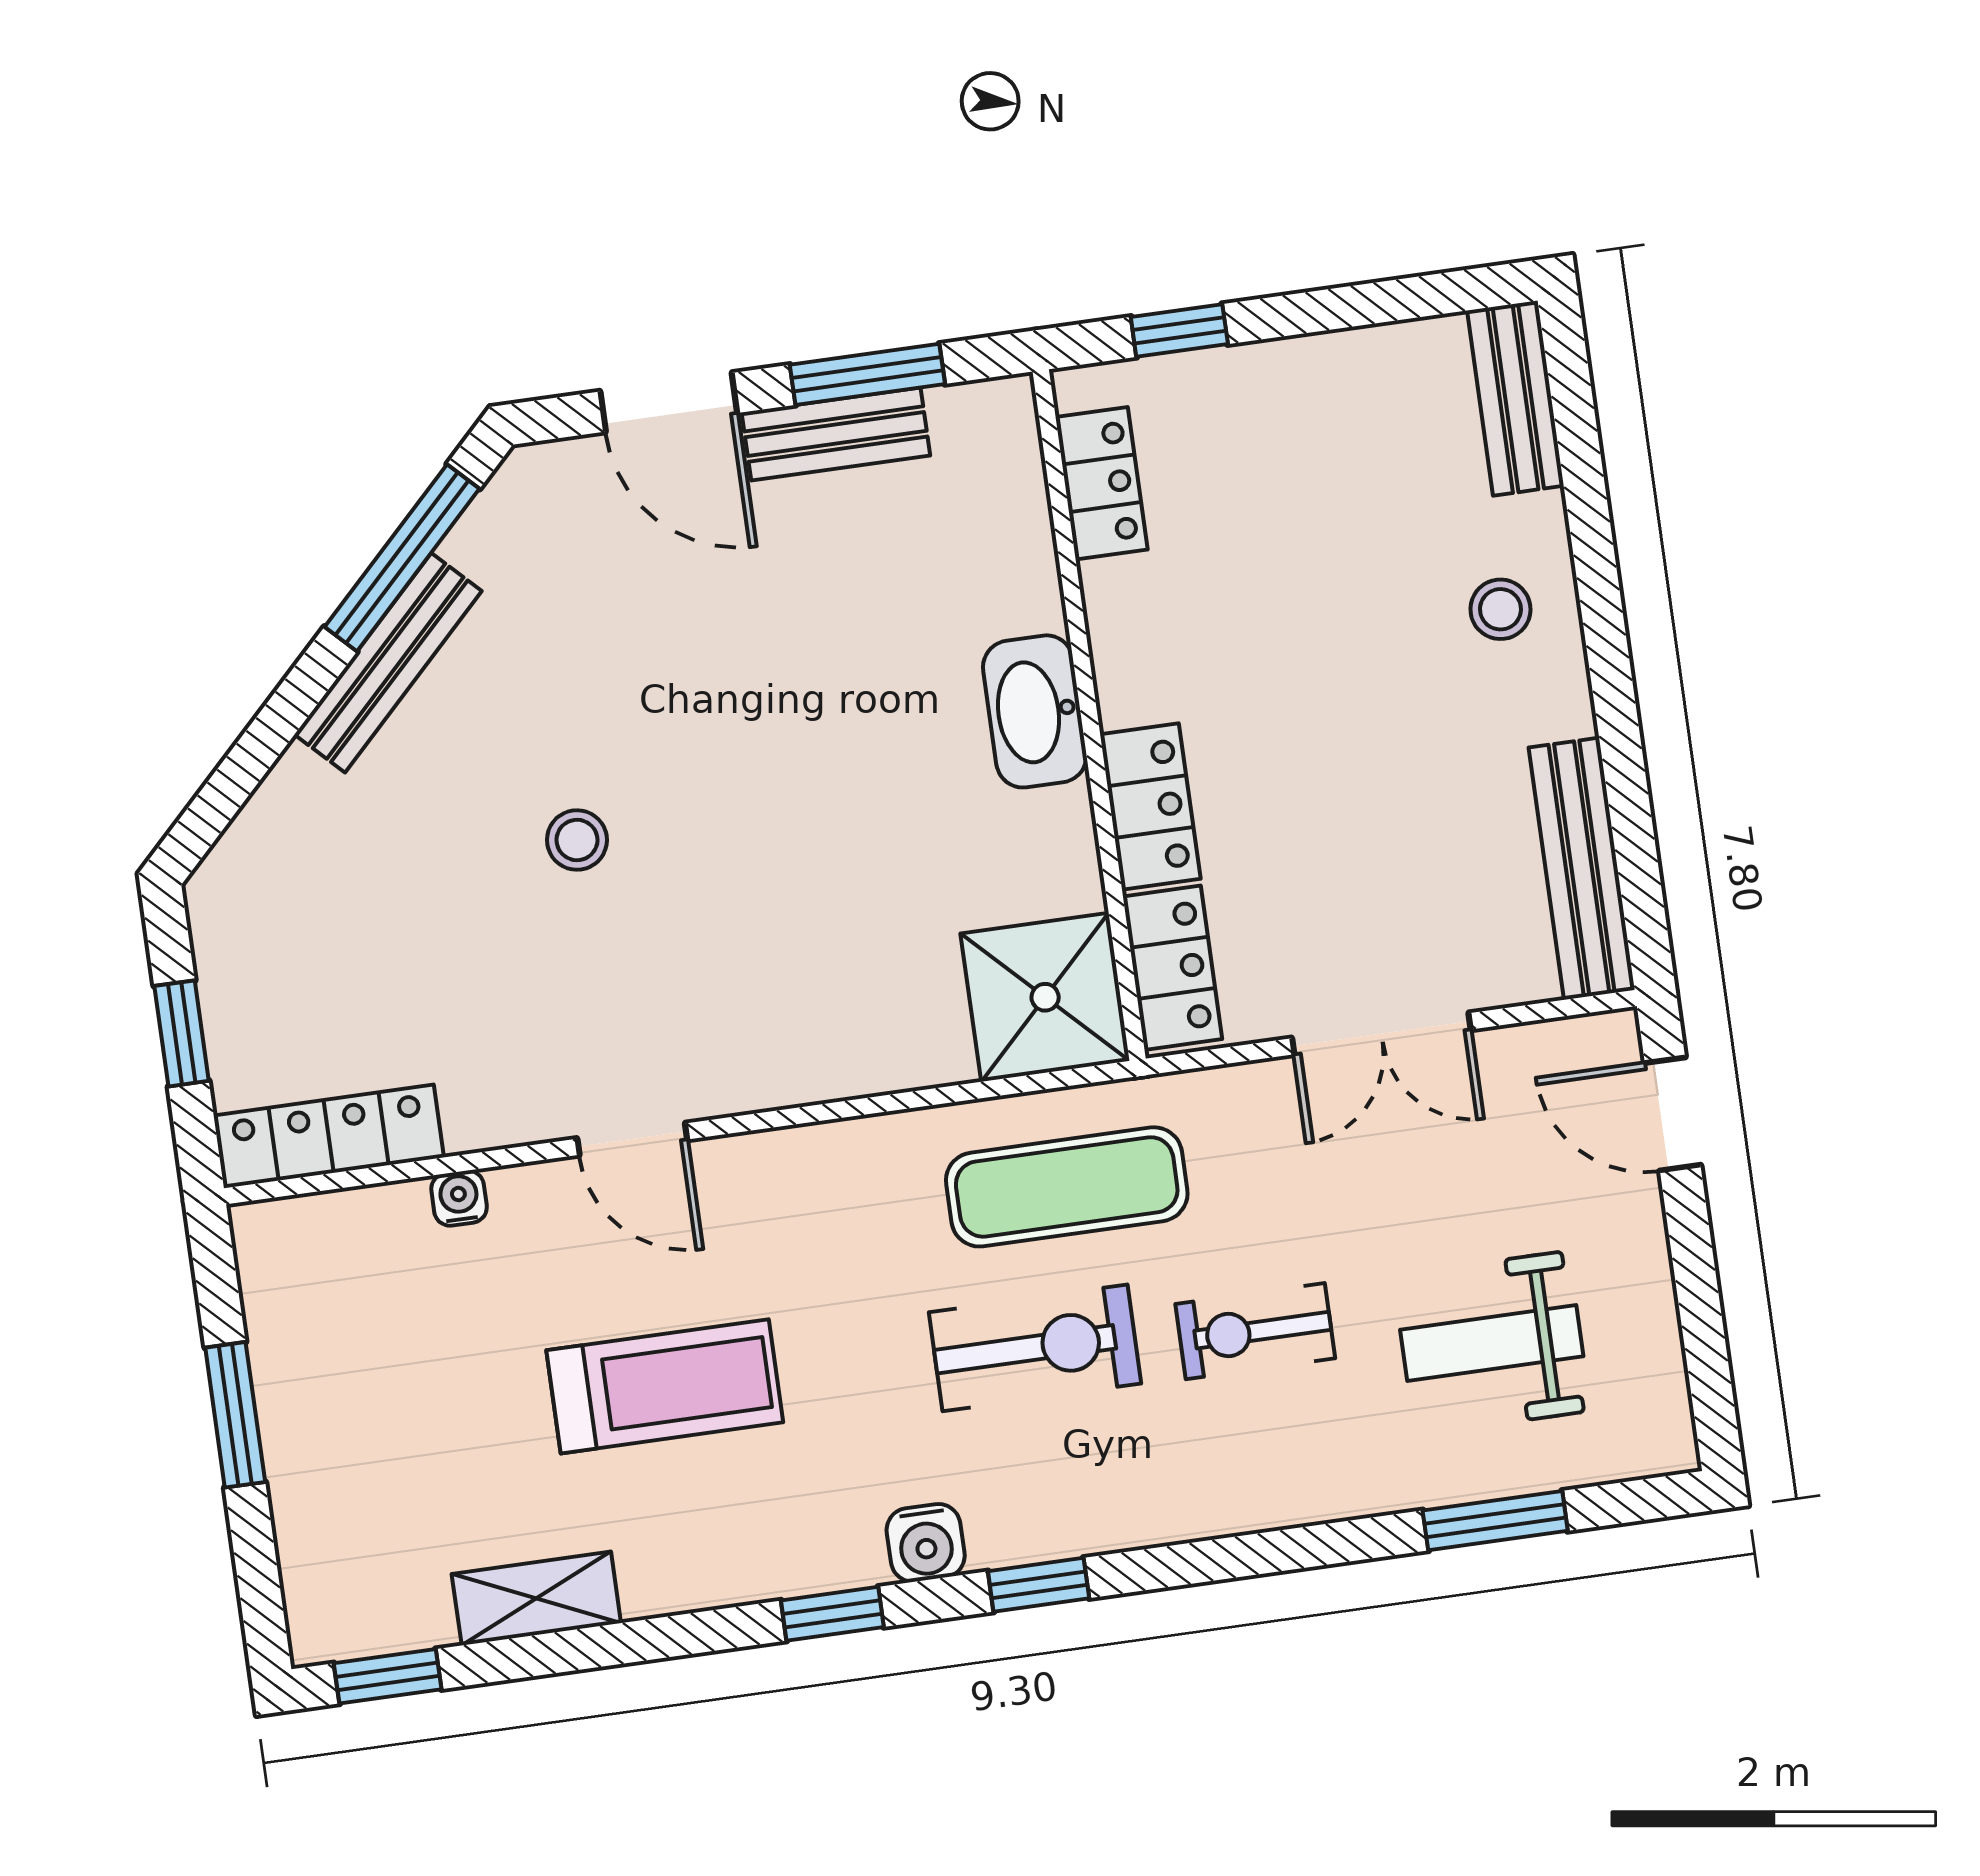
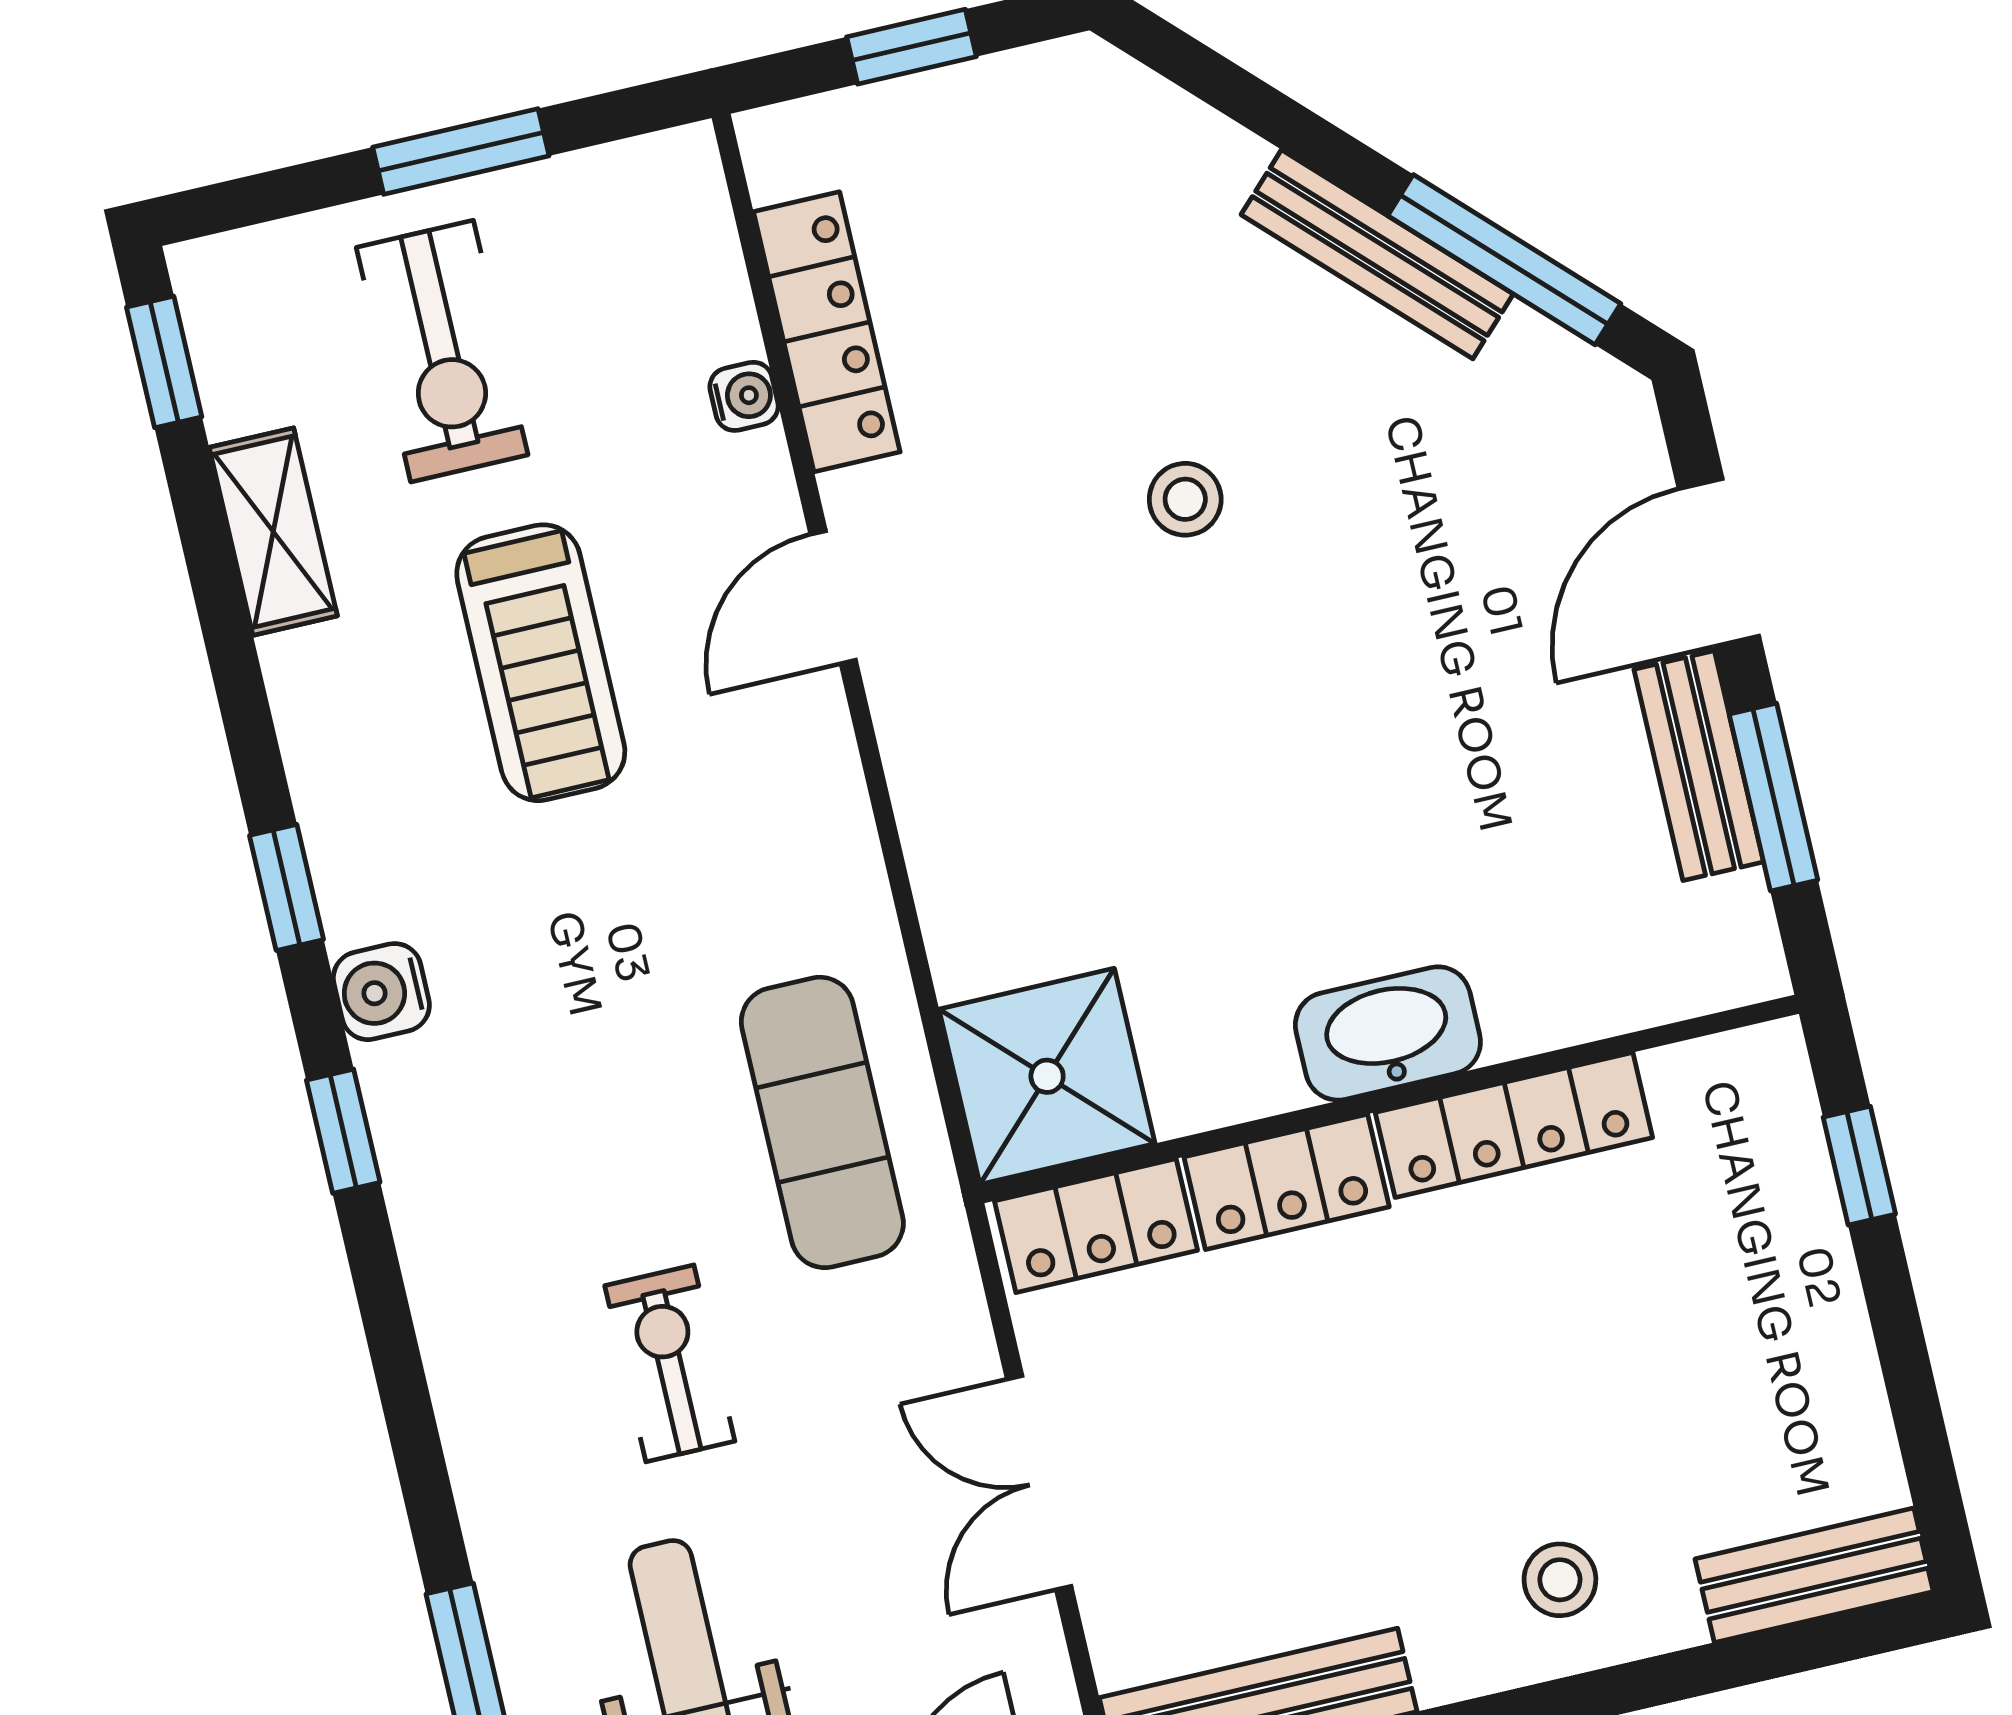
locker: (1102, 483) -> (1514, 1125), moved, width x1.53
locker: (329, 1136) -> (827, 332), moved
exercise bike: (1035, 1348) -> (442, 351), moved

